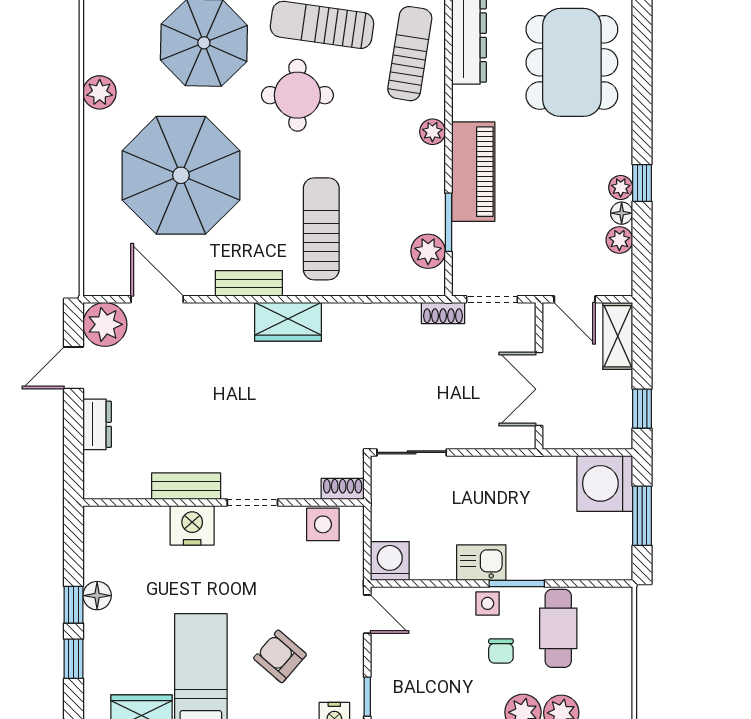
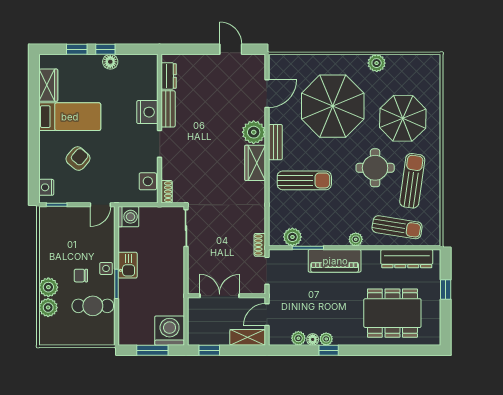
plant: (105, 324) -> (254, 132), moved
dresser: (97, 424) -> (169, 76), moved, turned -90

